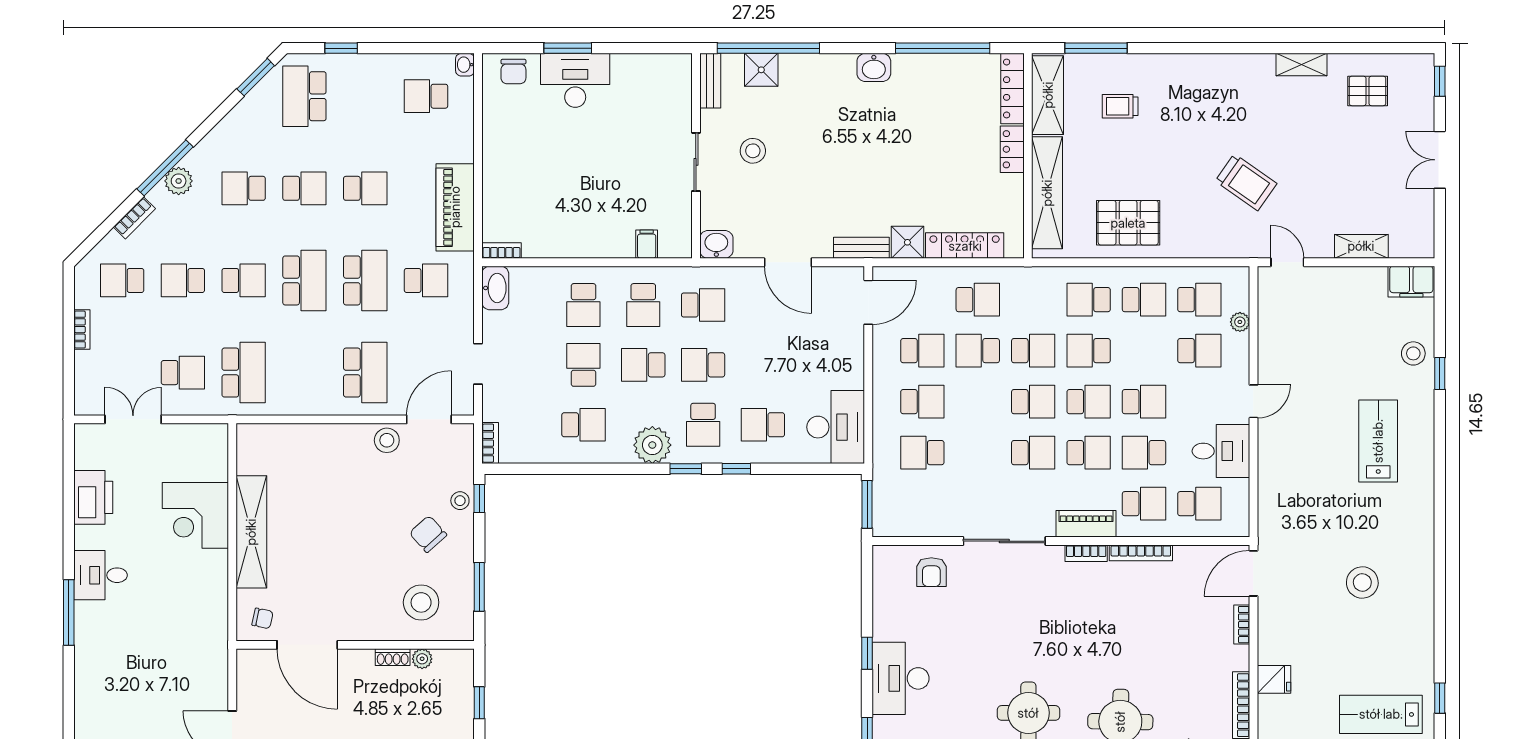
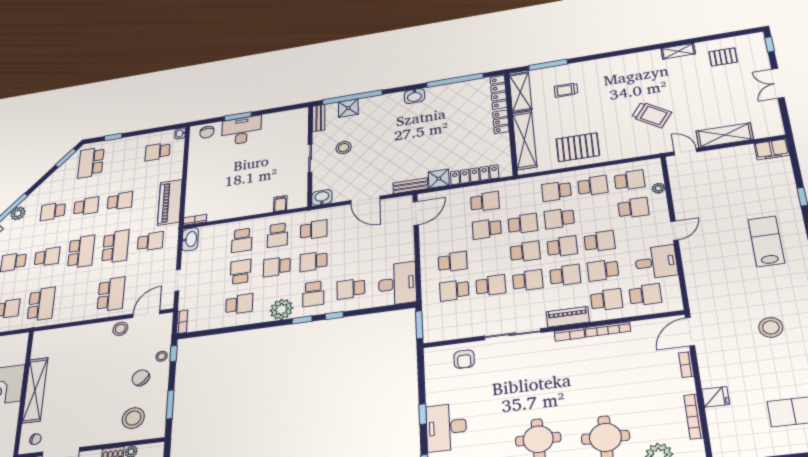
shelving: (1361, 246) -> (725, 135), width x1.50, depth x1.33
school desk: (922, 351) -> (491, 285), moved
stool: (1413, 353) -> (781, 188), removed

